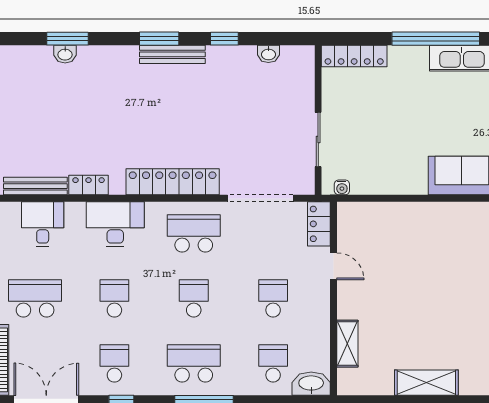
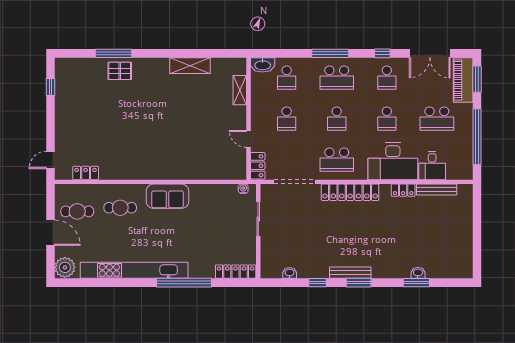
desk: (115, 224) -> (393, 161), width x1.36, depth x1.30

